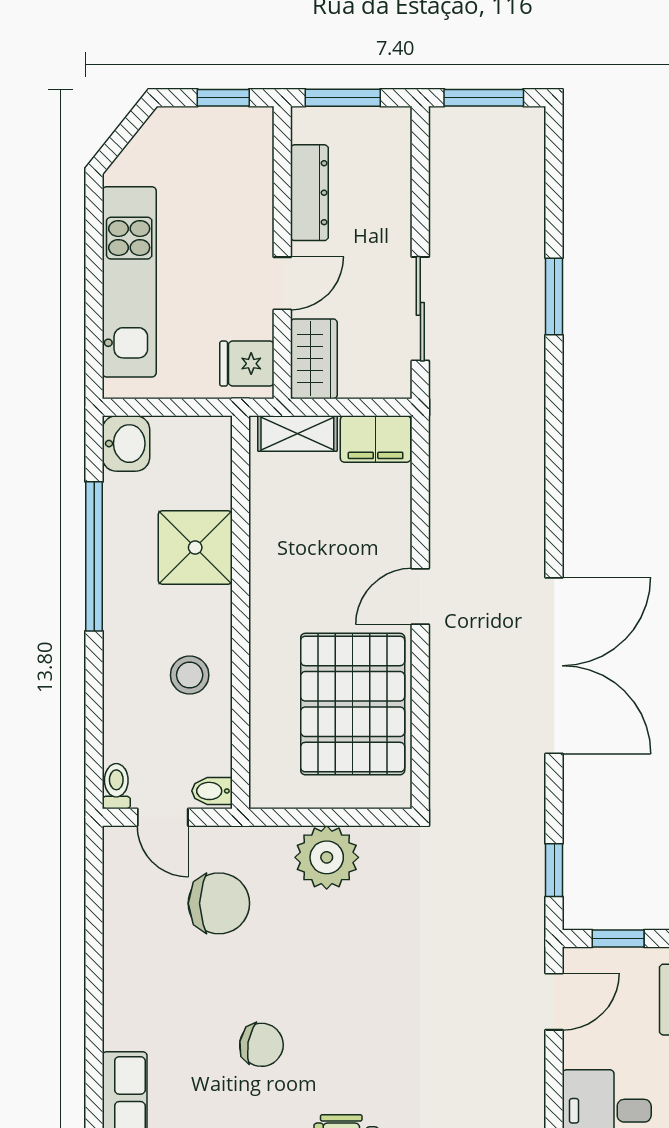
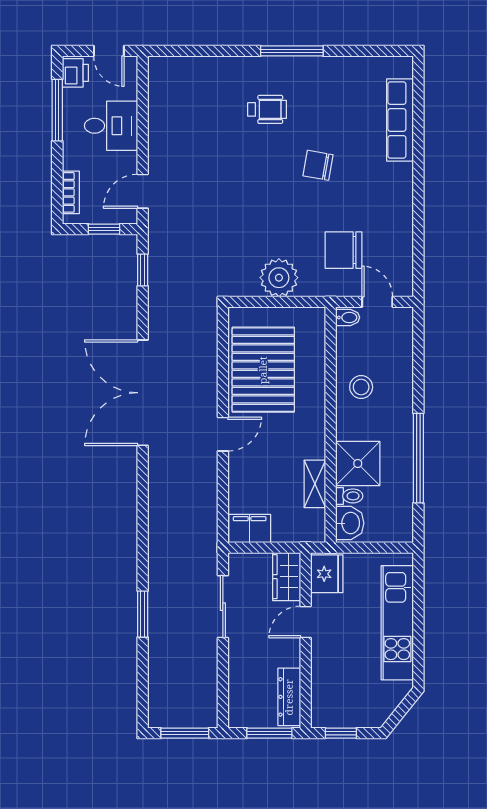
dresser: (309, 193) -> (289, 697), moved
fridge: (247, 364) -> (327, 574), width x1.38
shelving: (297, 433) -> (315, 484), moved, turned 90
washbasin: (126, 444) -> (350, 523), moved, turned 180
toilet: (116, 786) -> (349, 496), moved, turned -90

